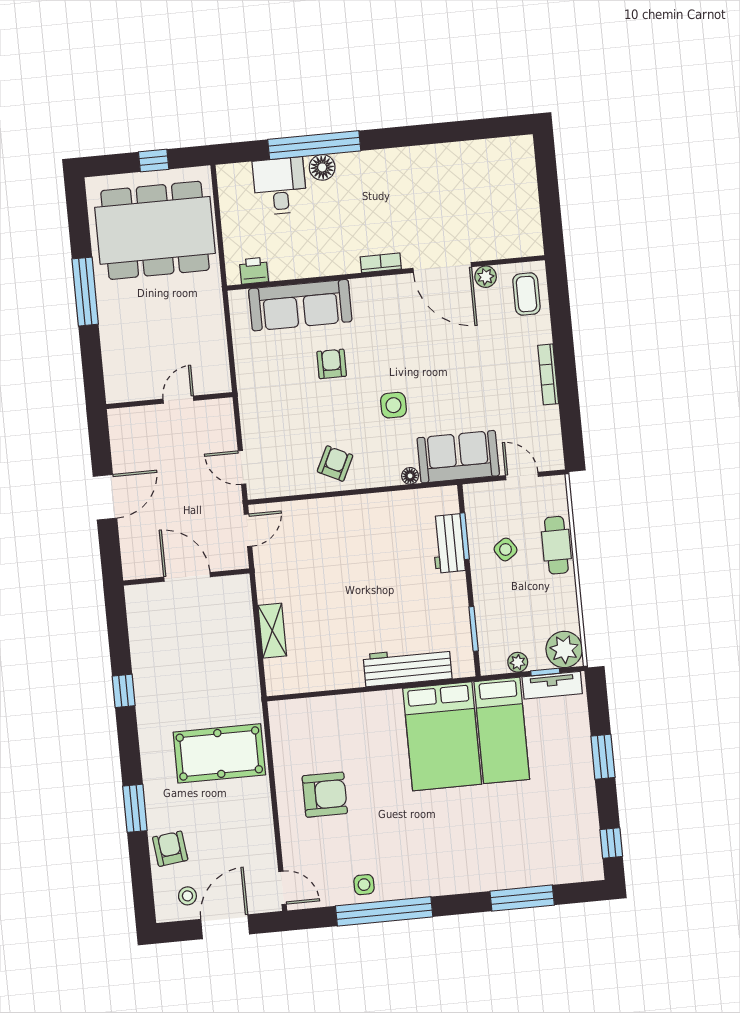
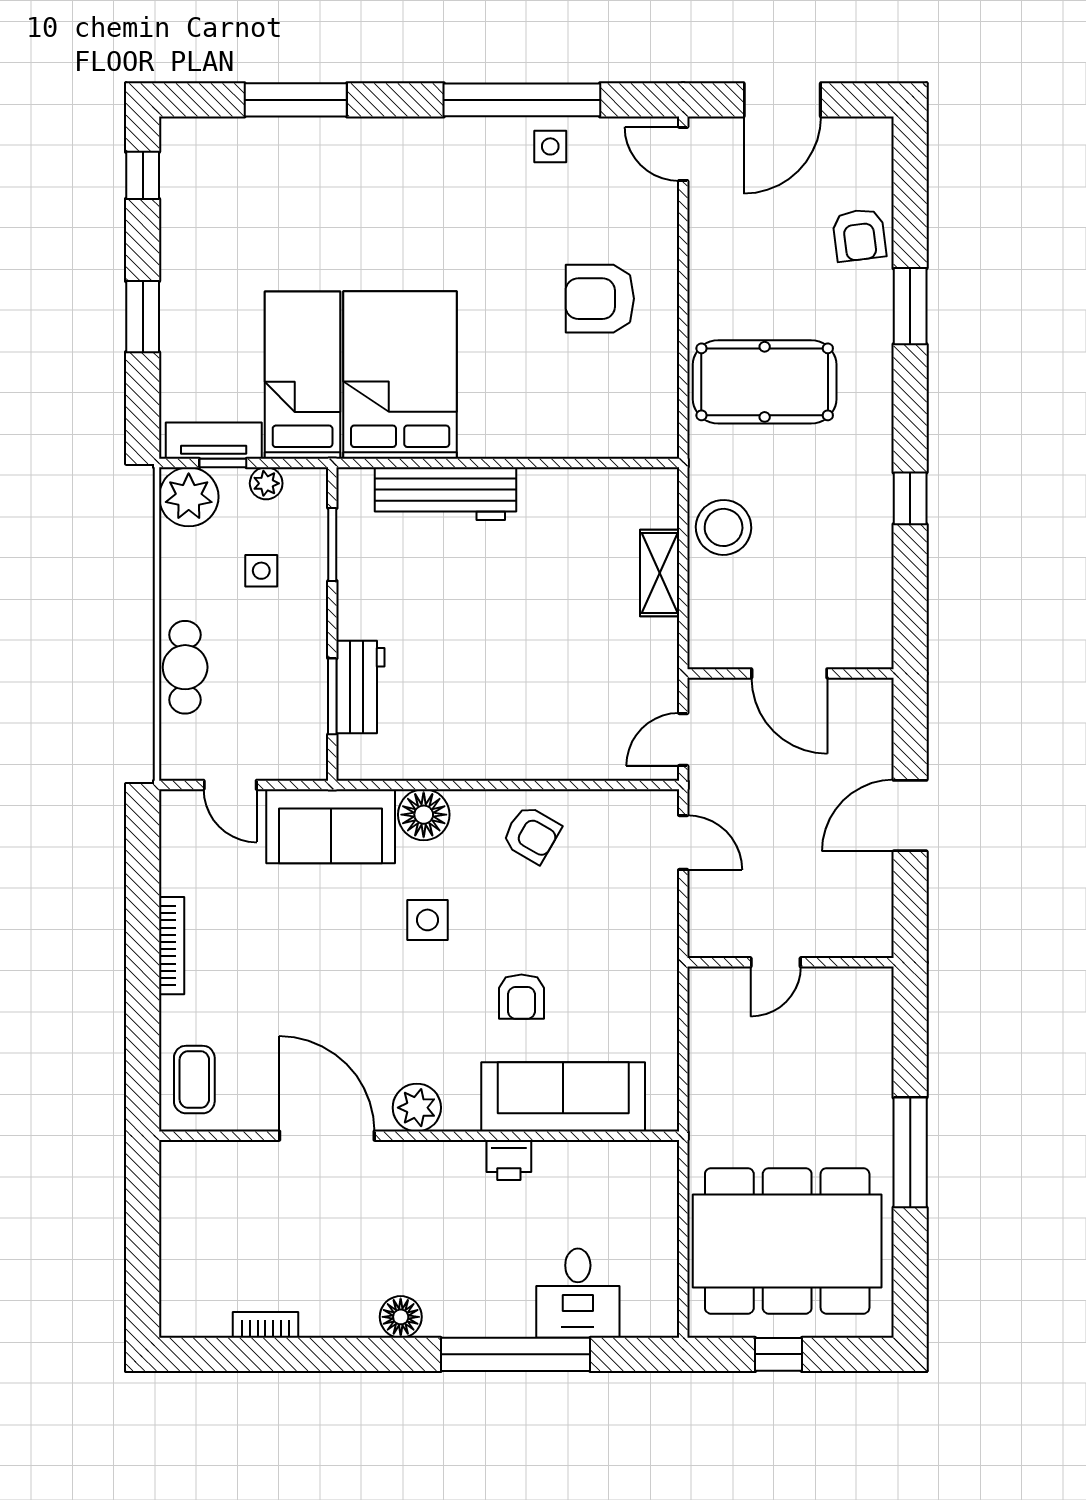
floor lamp: (322, 167) -> (401, 1317), moved
bookcase: (381, 263) -> (265, 1325), moved, turned 180
printer: (254, 271) -> (509, 1160), moved
plant: (486, 277) -> (417, 1108), moved, width x1.38, depth x1.38
armchair: (335, 463) -> (531, 834), turned -86
floor lamp: (410, 476) -> (424, 815), width x1.89, depth x1.89
side table: (506, 549) -> (261, 571), moved, turned 35
stool: (187, 896) -> (724, 527), moved, width x1.89, depth x1.89

